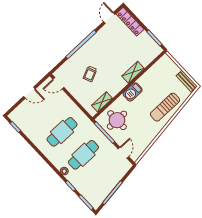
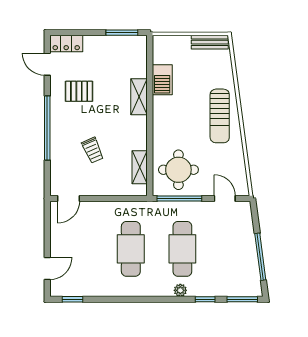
locker: (130, 22) -> (66, 43), width x0.66
pallet: (111, 43) -> (79, 91), added
barbecue: (133, 92) -> (162, 80), moved
door: (29, 93) -> (47, 268), moved
sun lounger: (165, 107) -> (220, 116), moved

